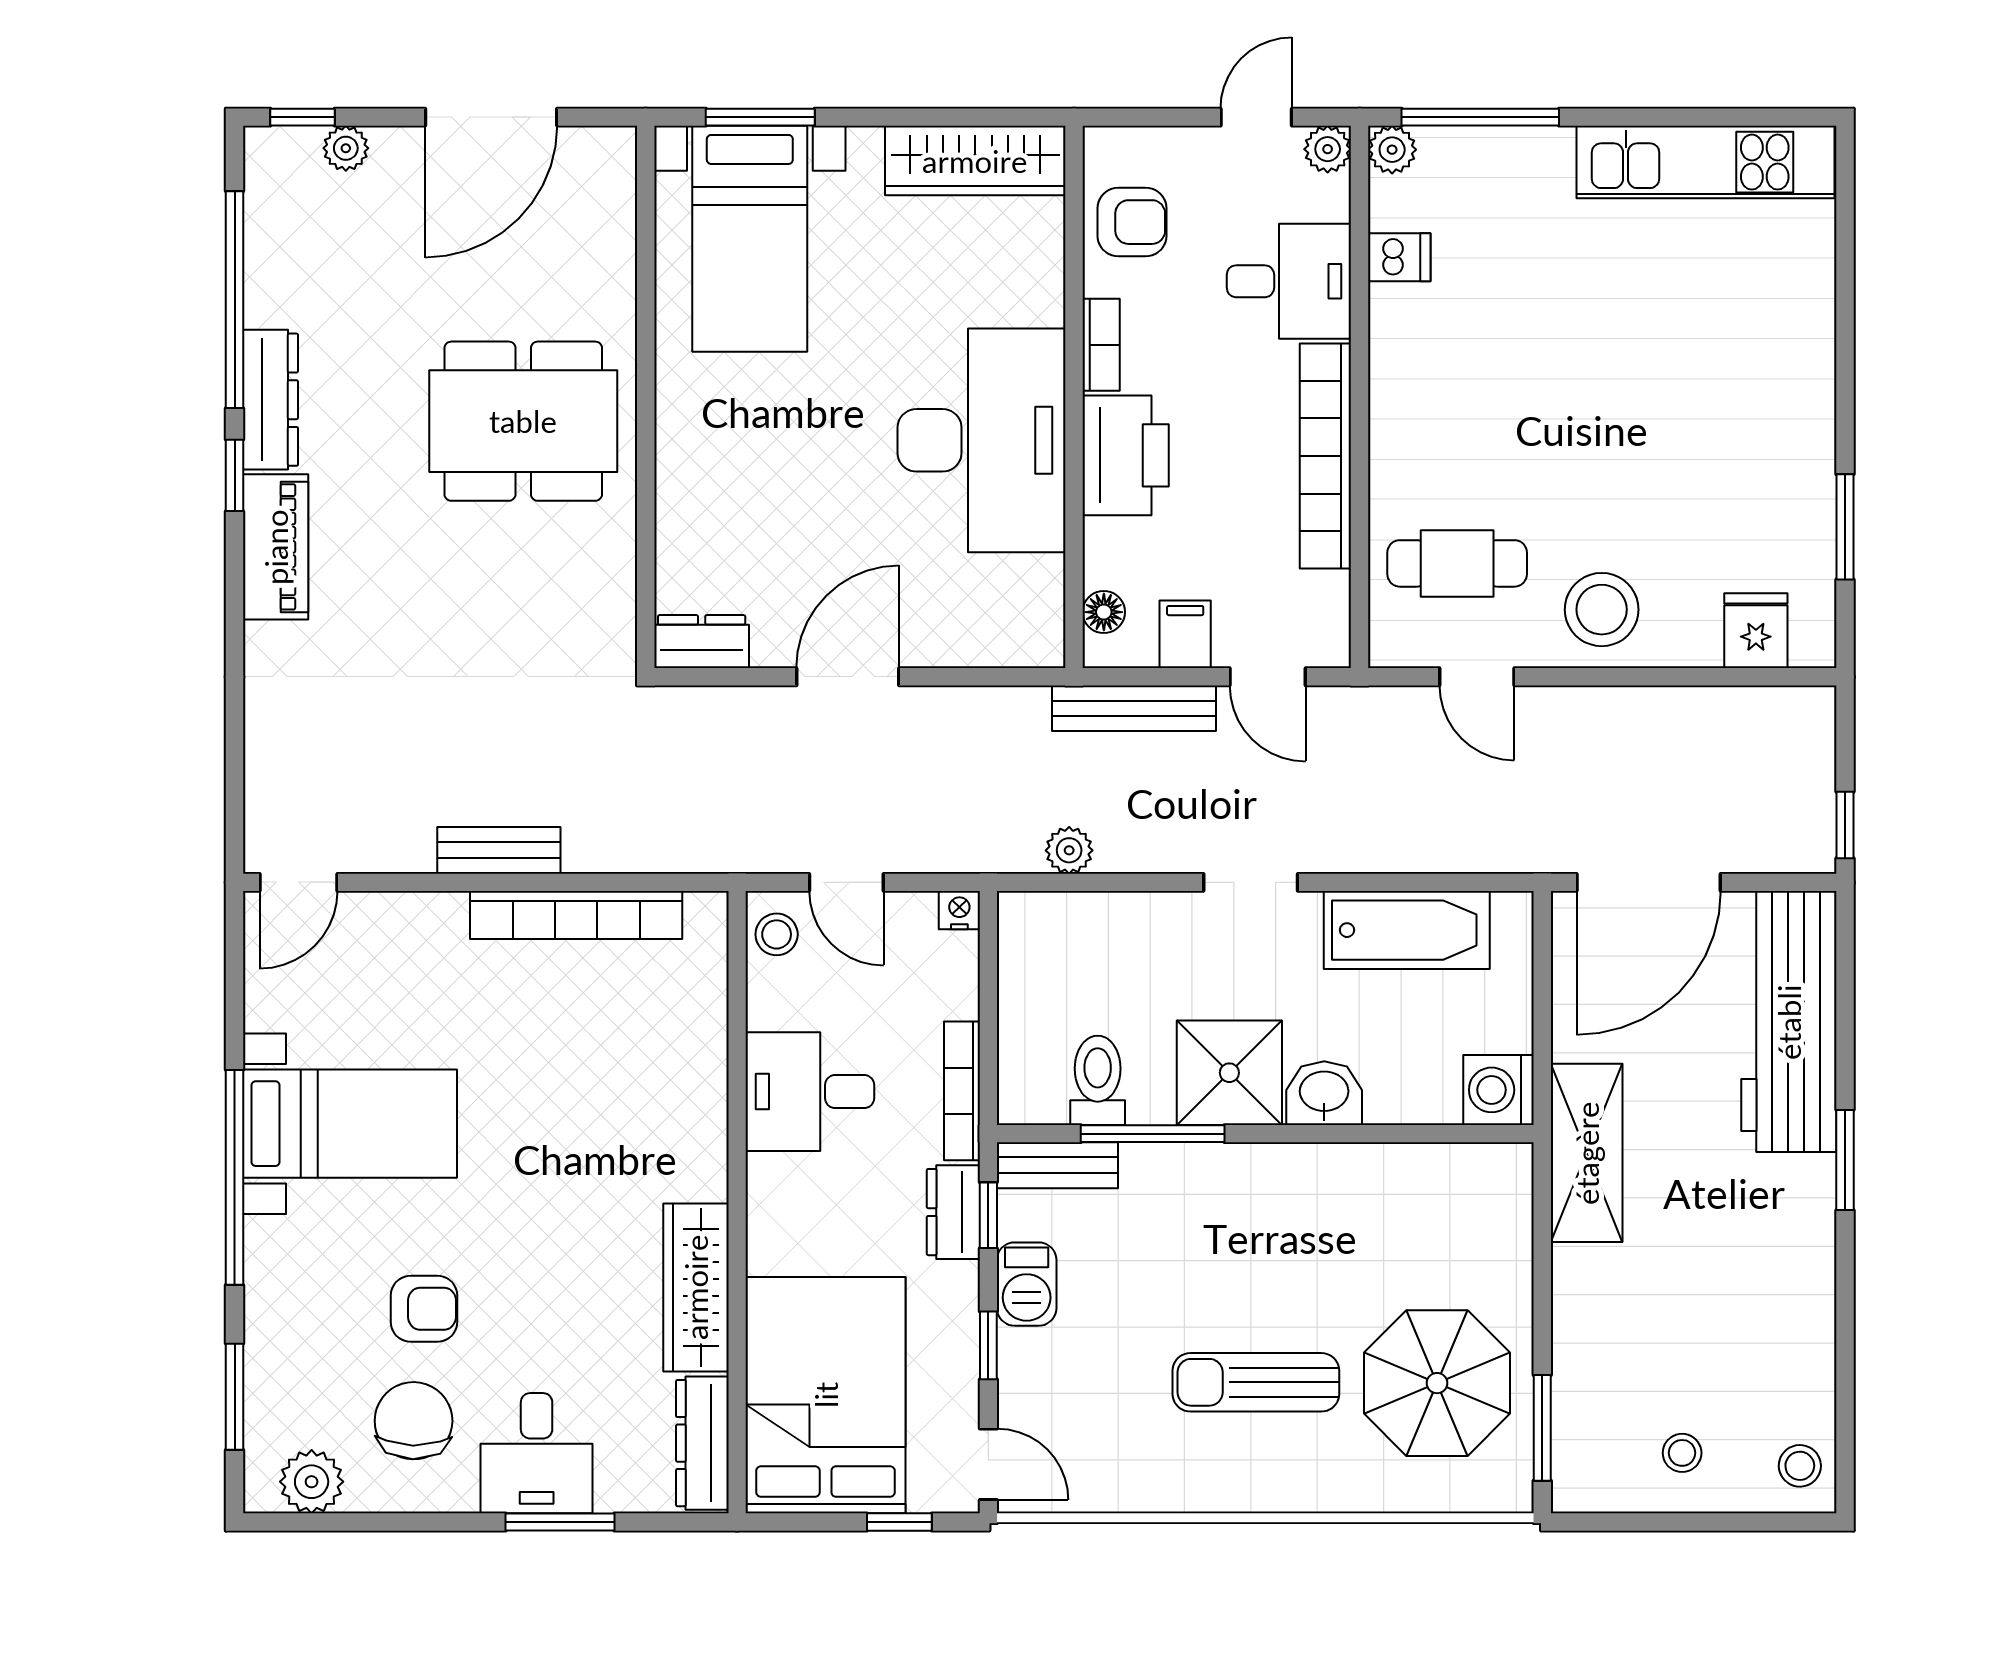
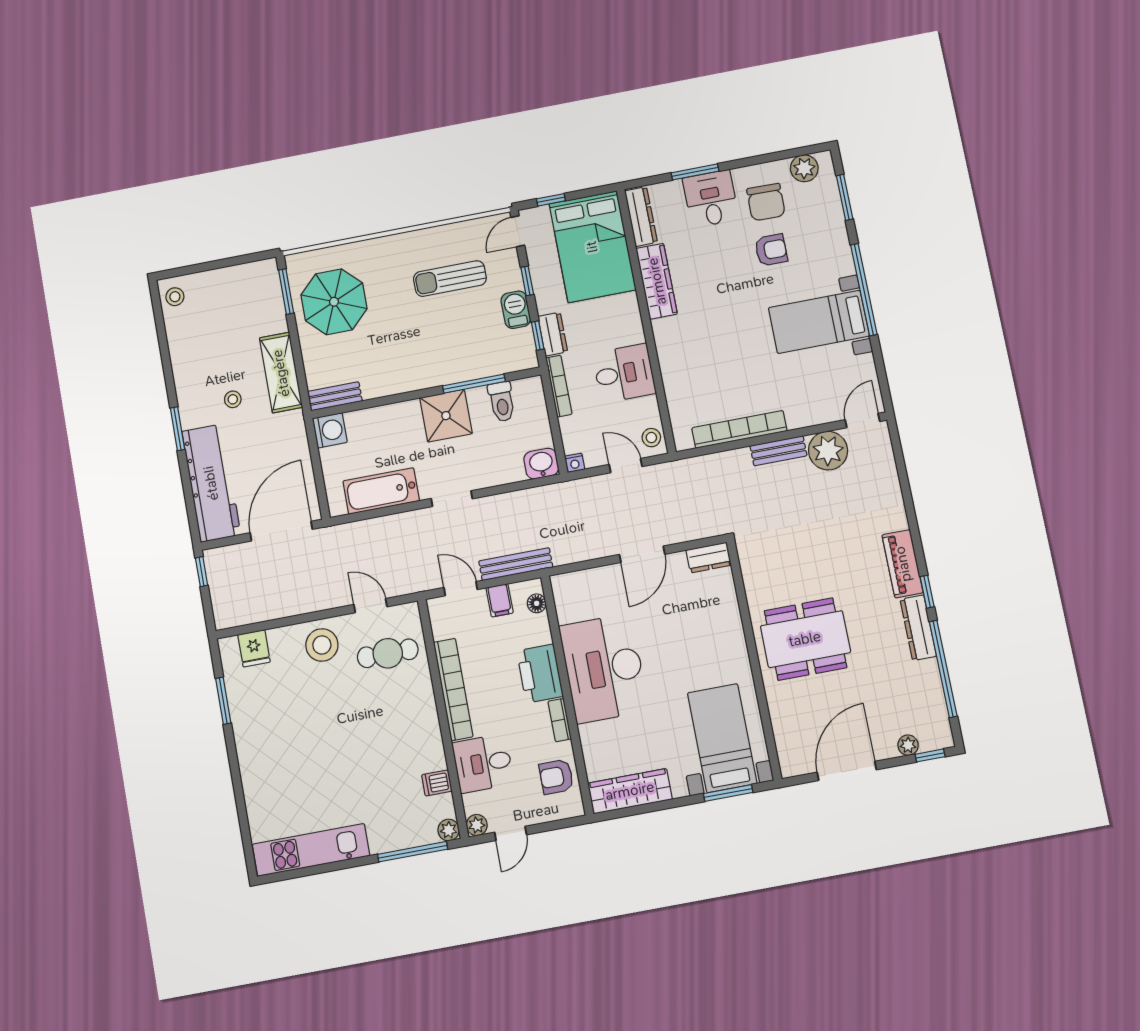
plant: (1069, 850) -> (828, 451), moved, width x1.87, depth x1.87
washbasin: (1324, 1093) -> (541, 464), moved, turned 180
shelving: (1587, 1153) -> (281, 373), moved
bench: (1057, 1165) -> (335, 396), moved
armchair: (424, 1309) -> (771, 250), turned 180
sun lounger: (1256, 1382) -> (450, 279), moved, turned 180
stool: (1682, 1453) -> (233, 399), moved
door: (988, 1464) -> (518, 231), hinge flipped

